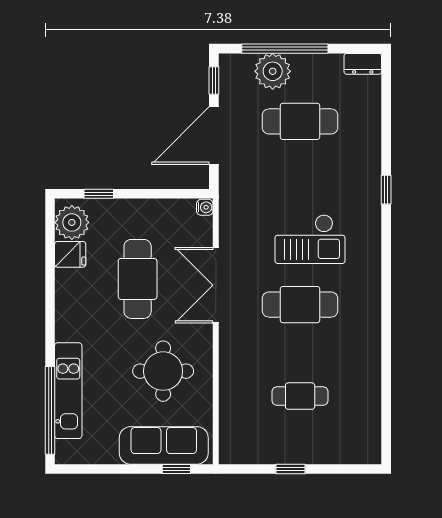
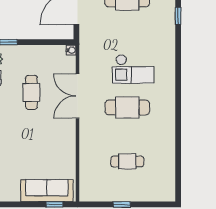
window: (386, 190) -> (178, 16), moved
cafe table: (138, 279) -> (31, 92), width x0.73, depth x0.74
round table: (163, 371) -> (47, 147), removed

